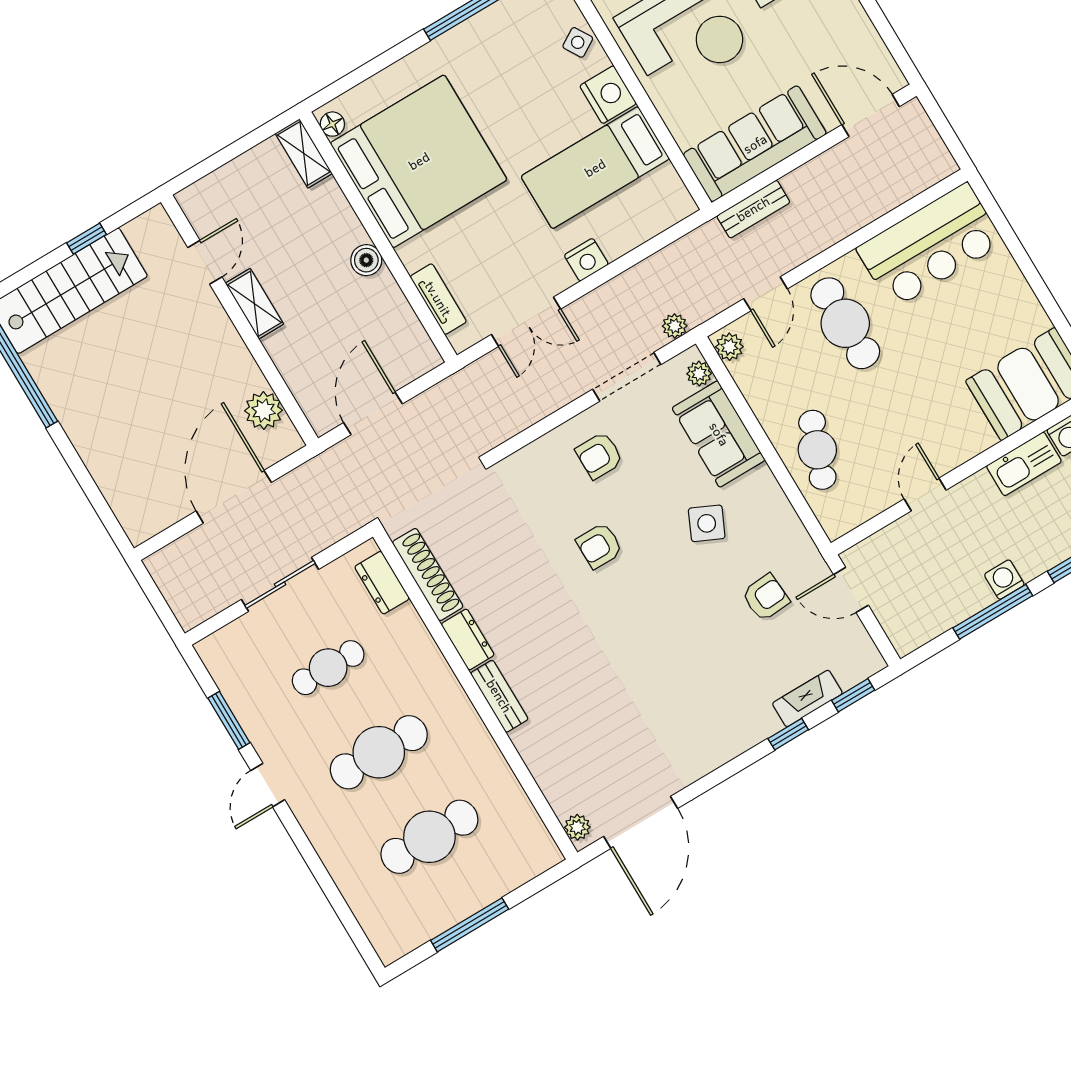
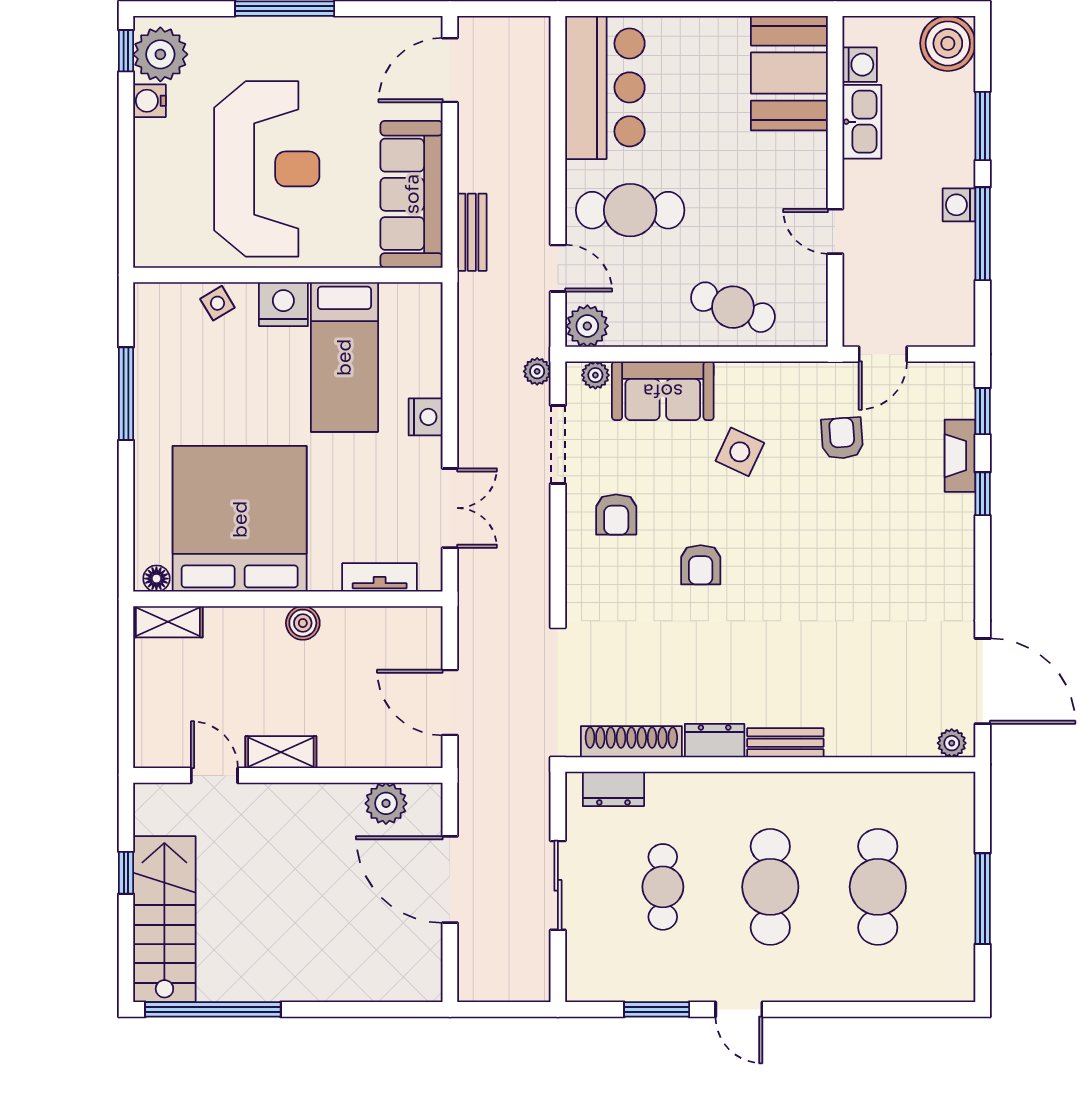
plant: (729, 347) -> (587, 326), width x1.38, depth x1.38

